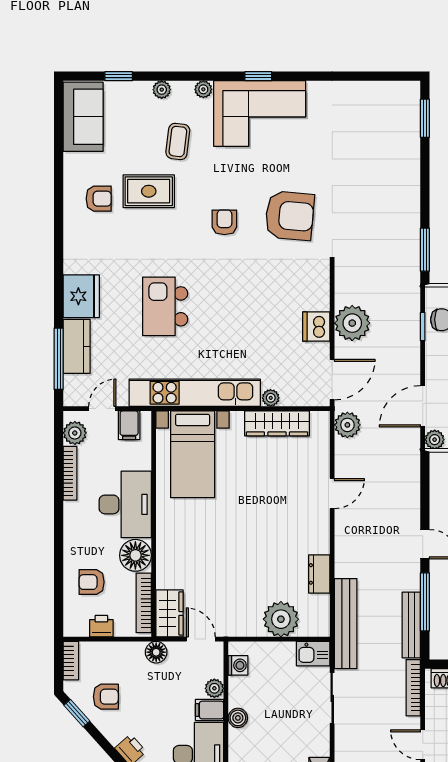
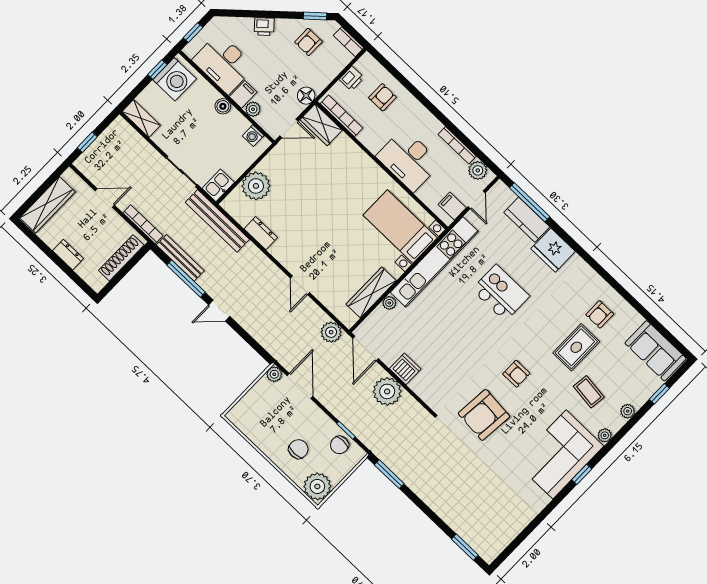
floor lamp: (135, 555) -> (374, 137), removed

